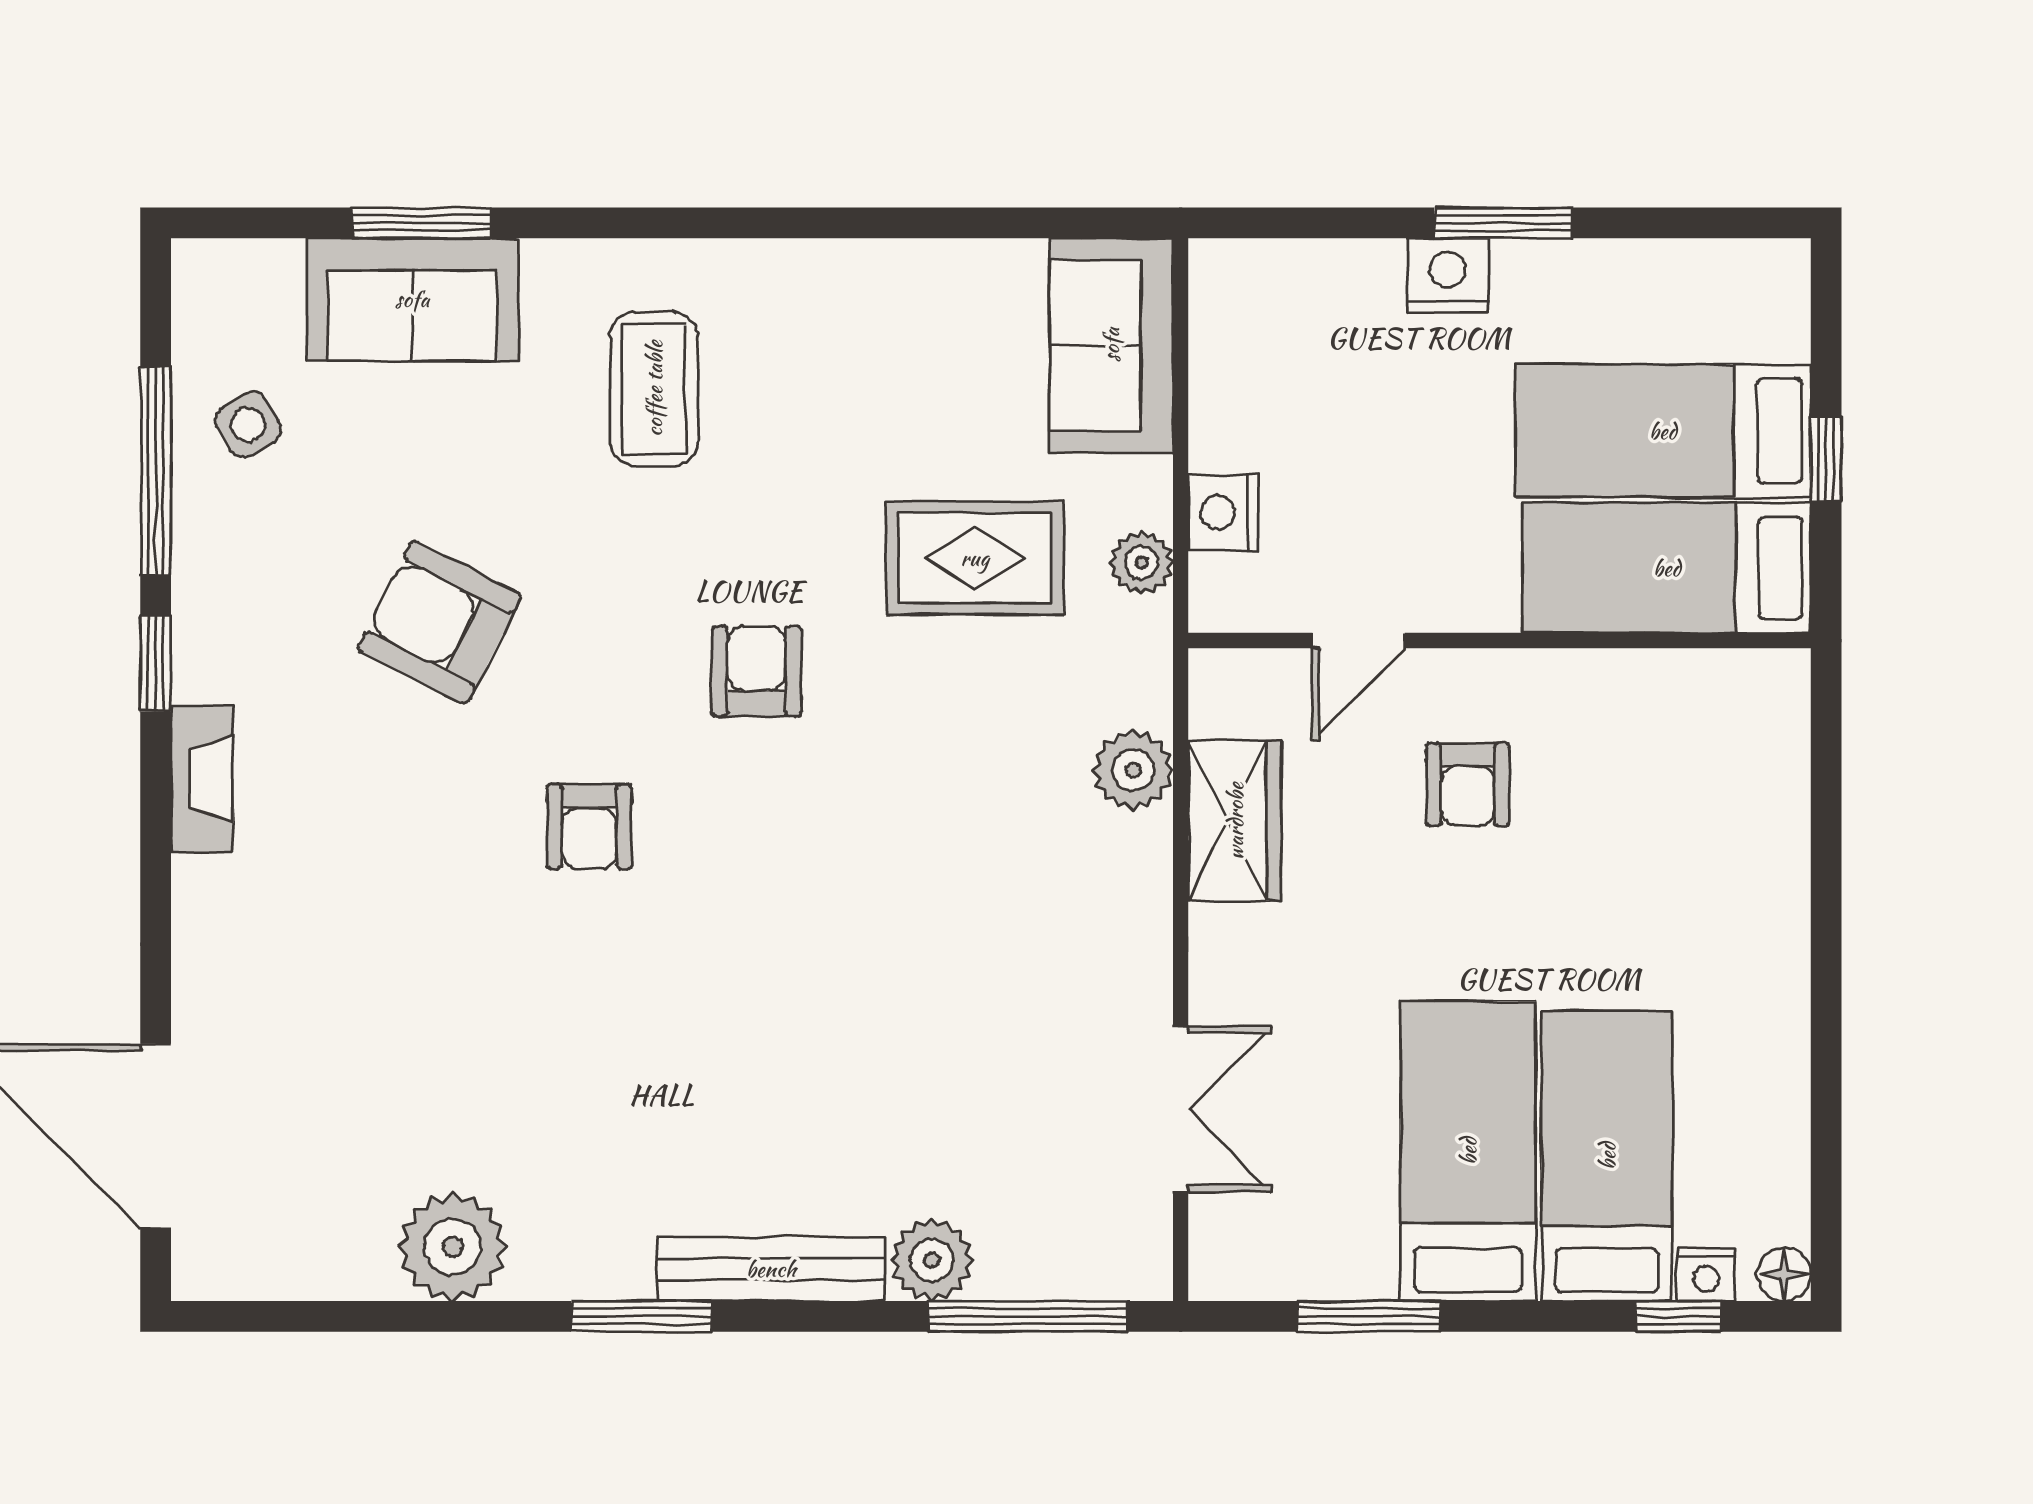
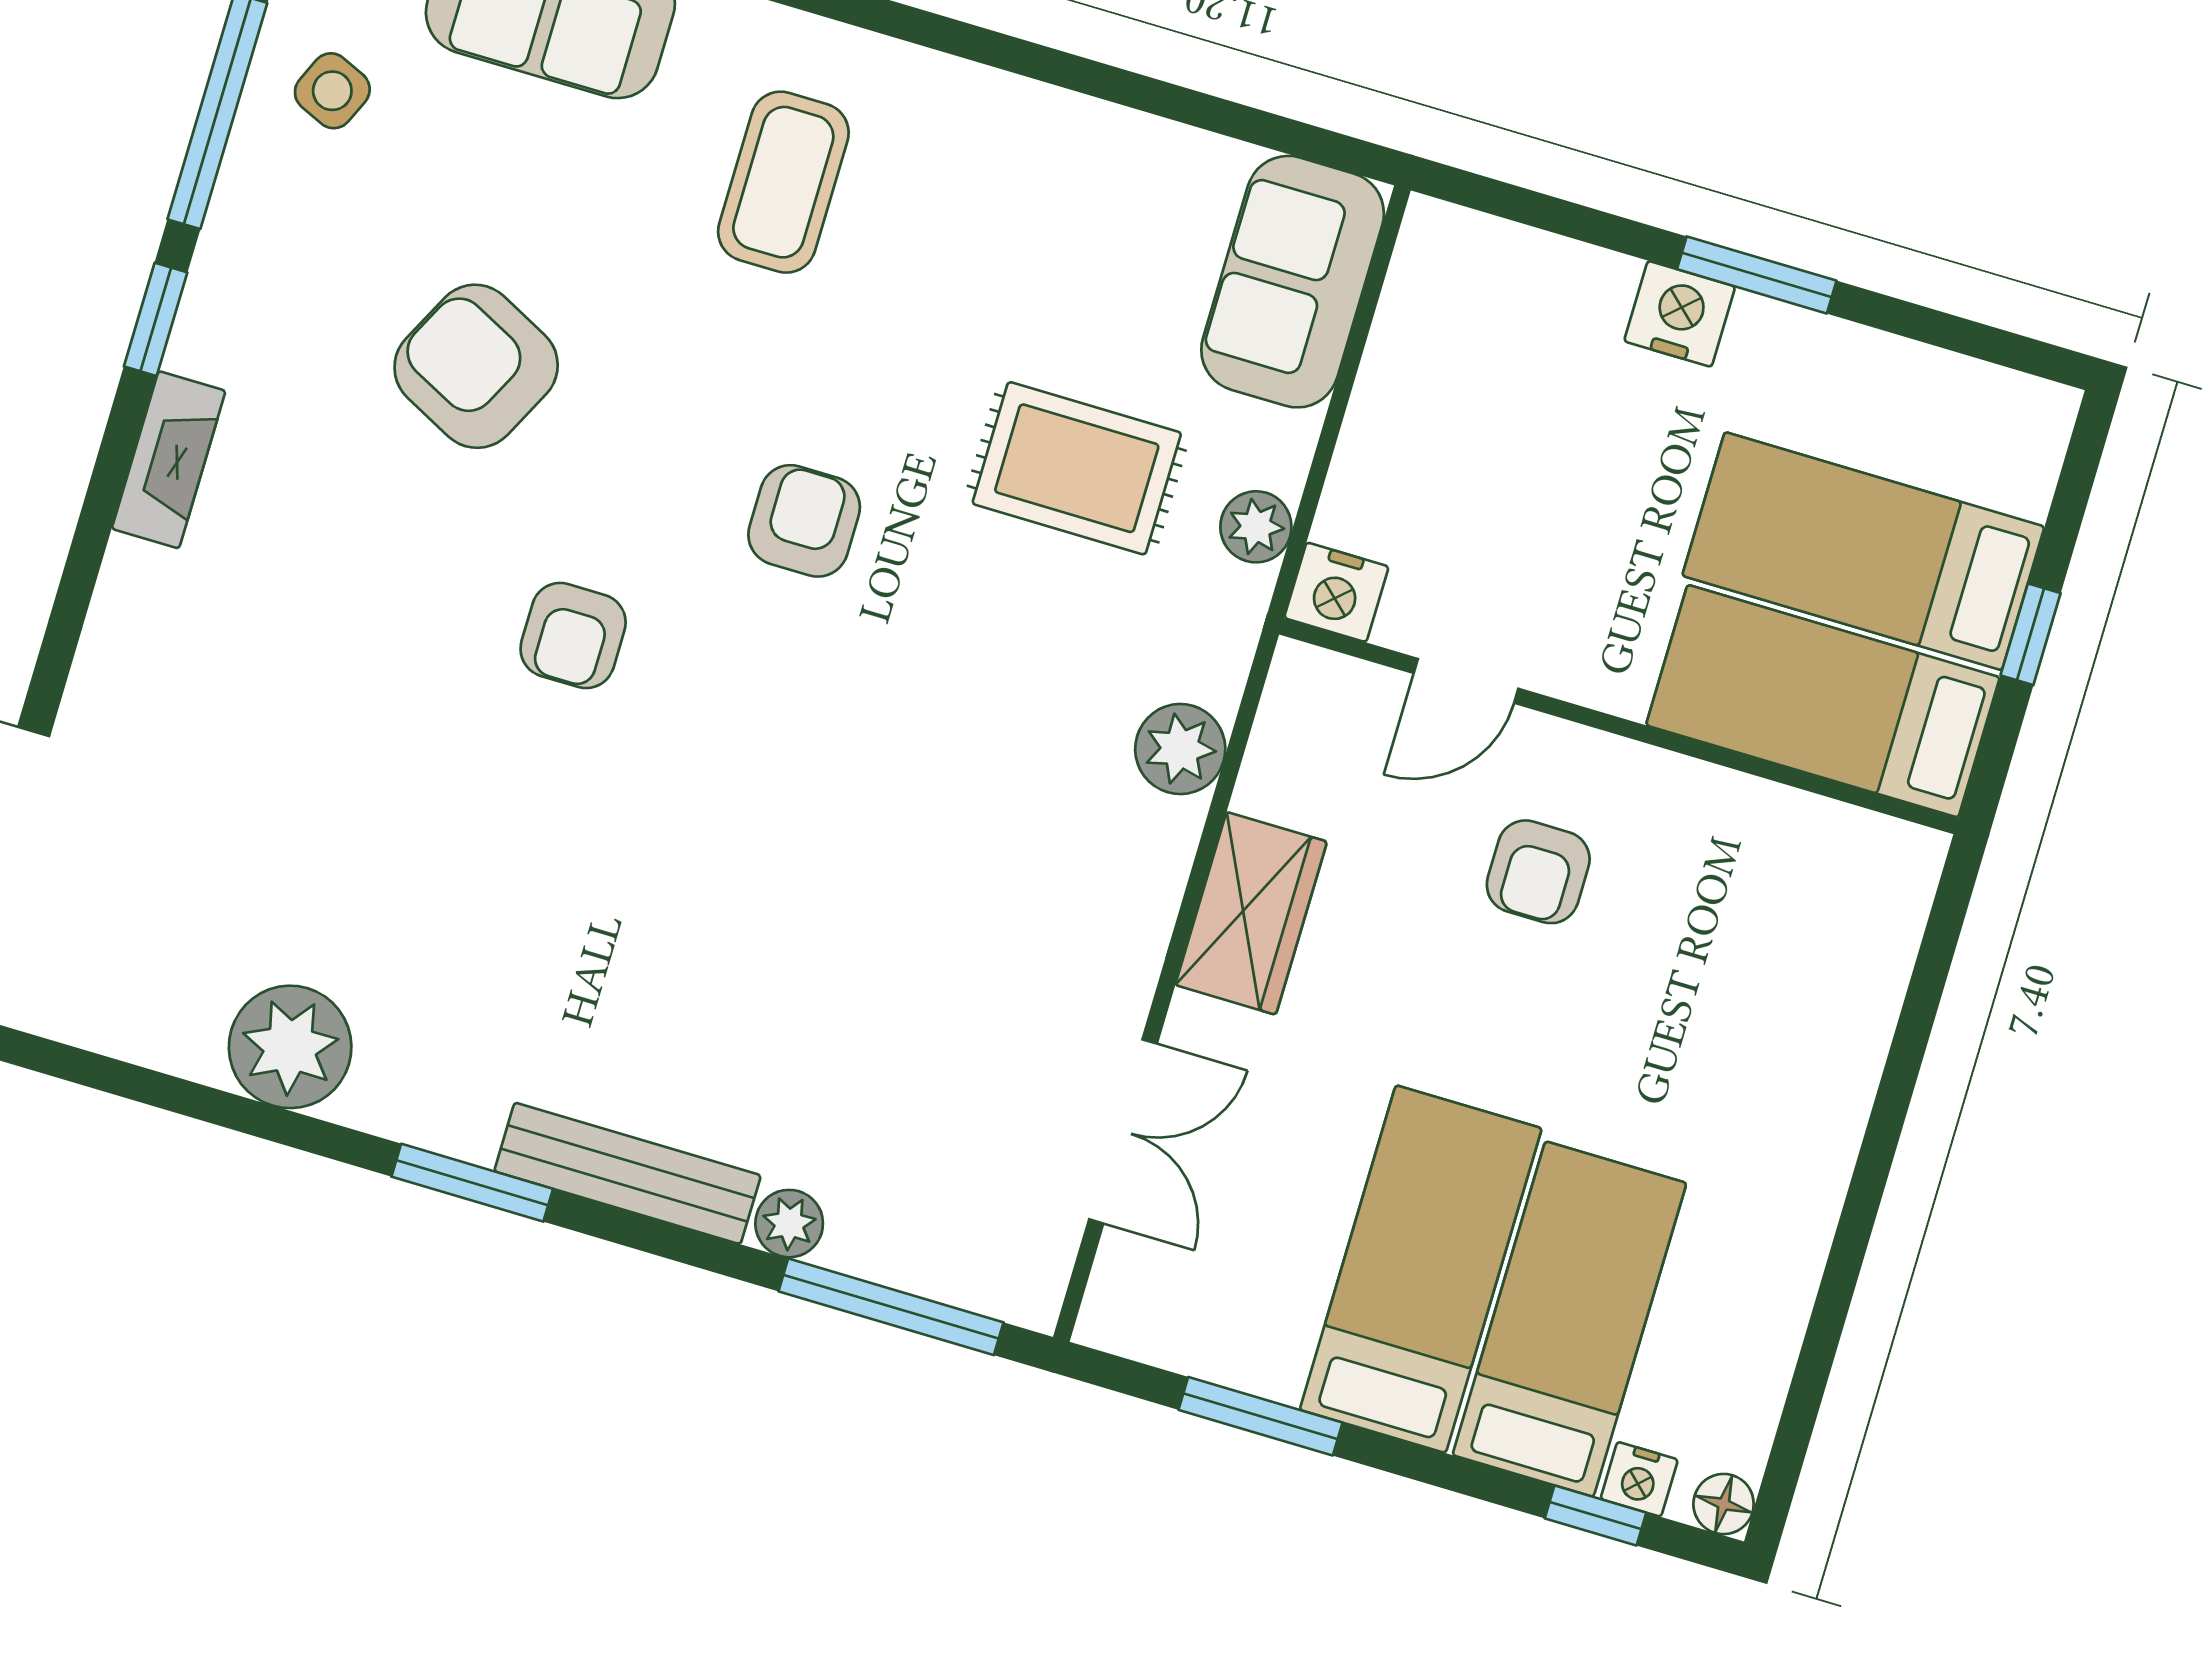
side table: (248, 425) -> (332, 91), turned -35
nightstand: (1223, 512) -> (1336, 592), moved, turned -90
wardrobe: (1235, 821) -> (1251, 913), moved
plant: (932, 1260) -> (789, 1224), width x0.73, depth x0.73

